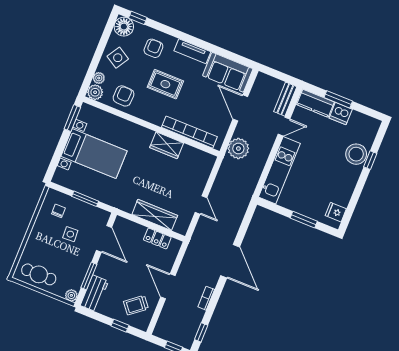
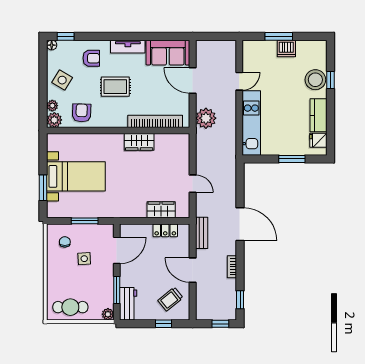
floor lamp: (124, 27) -> (52, 45), width x0.53, depth x0.53
armchair: (153, 48) -> (91, 58), turned 90
bench: (285, 99) -> (202, 233), moved
kitchen counter: (315, 103) -> (318, 115), moved, turned 90
window: (72, 118) -> (43, 188), moved
wardrobe: (155, 215) -> (161, 210), width x0.67
door: (104, 239) -> (117, 250), hinge flipped

